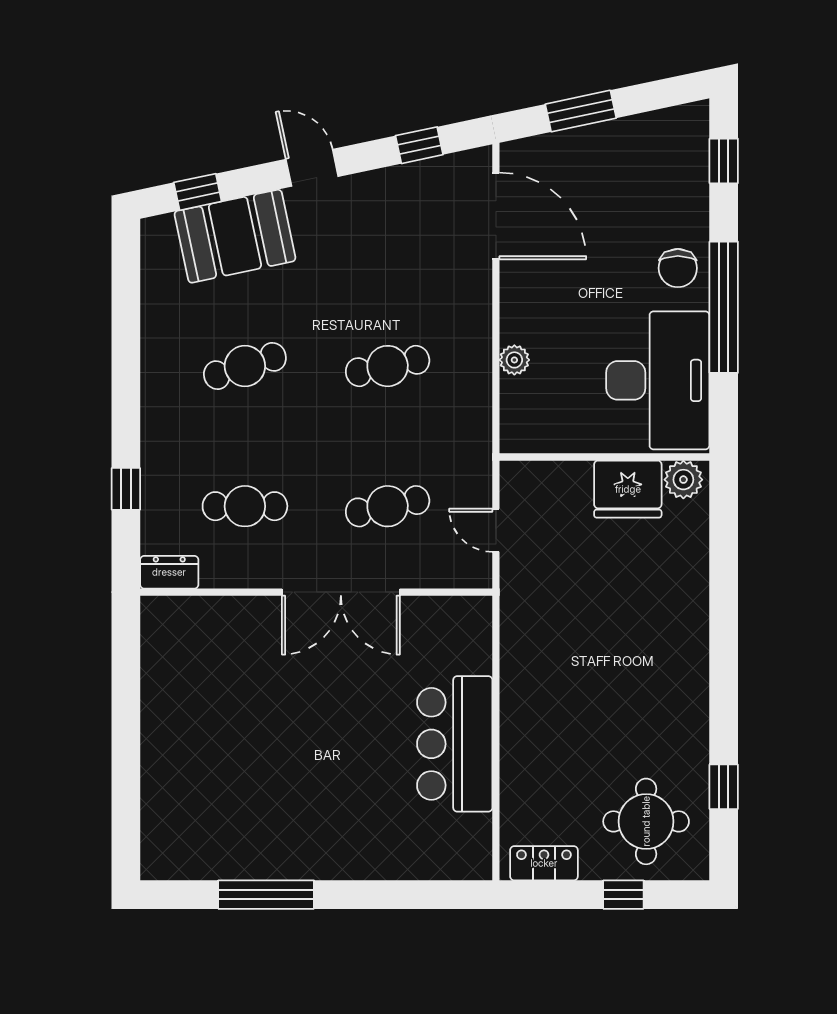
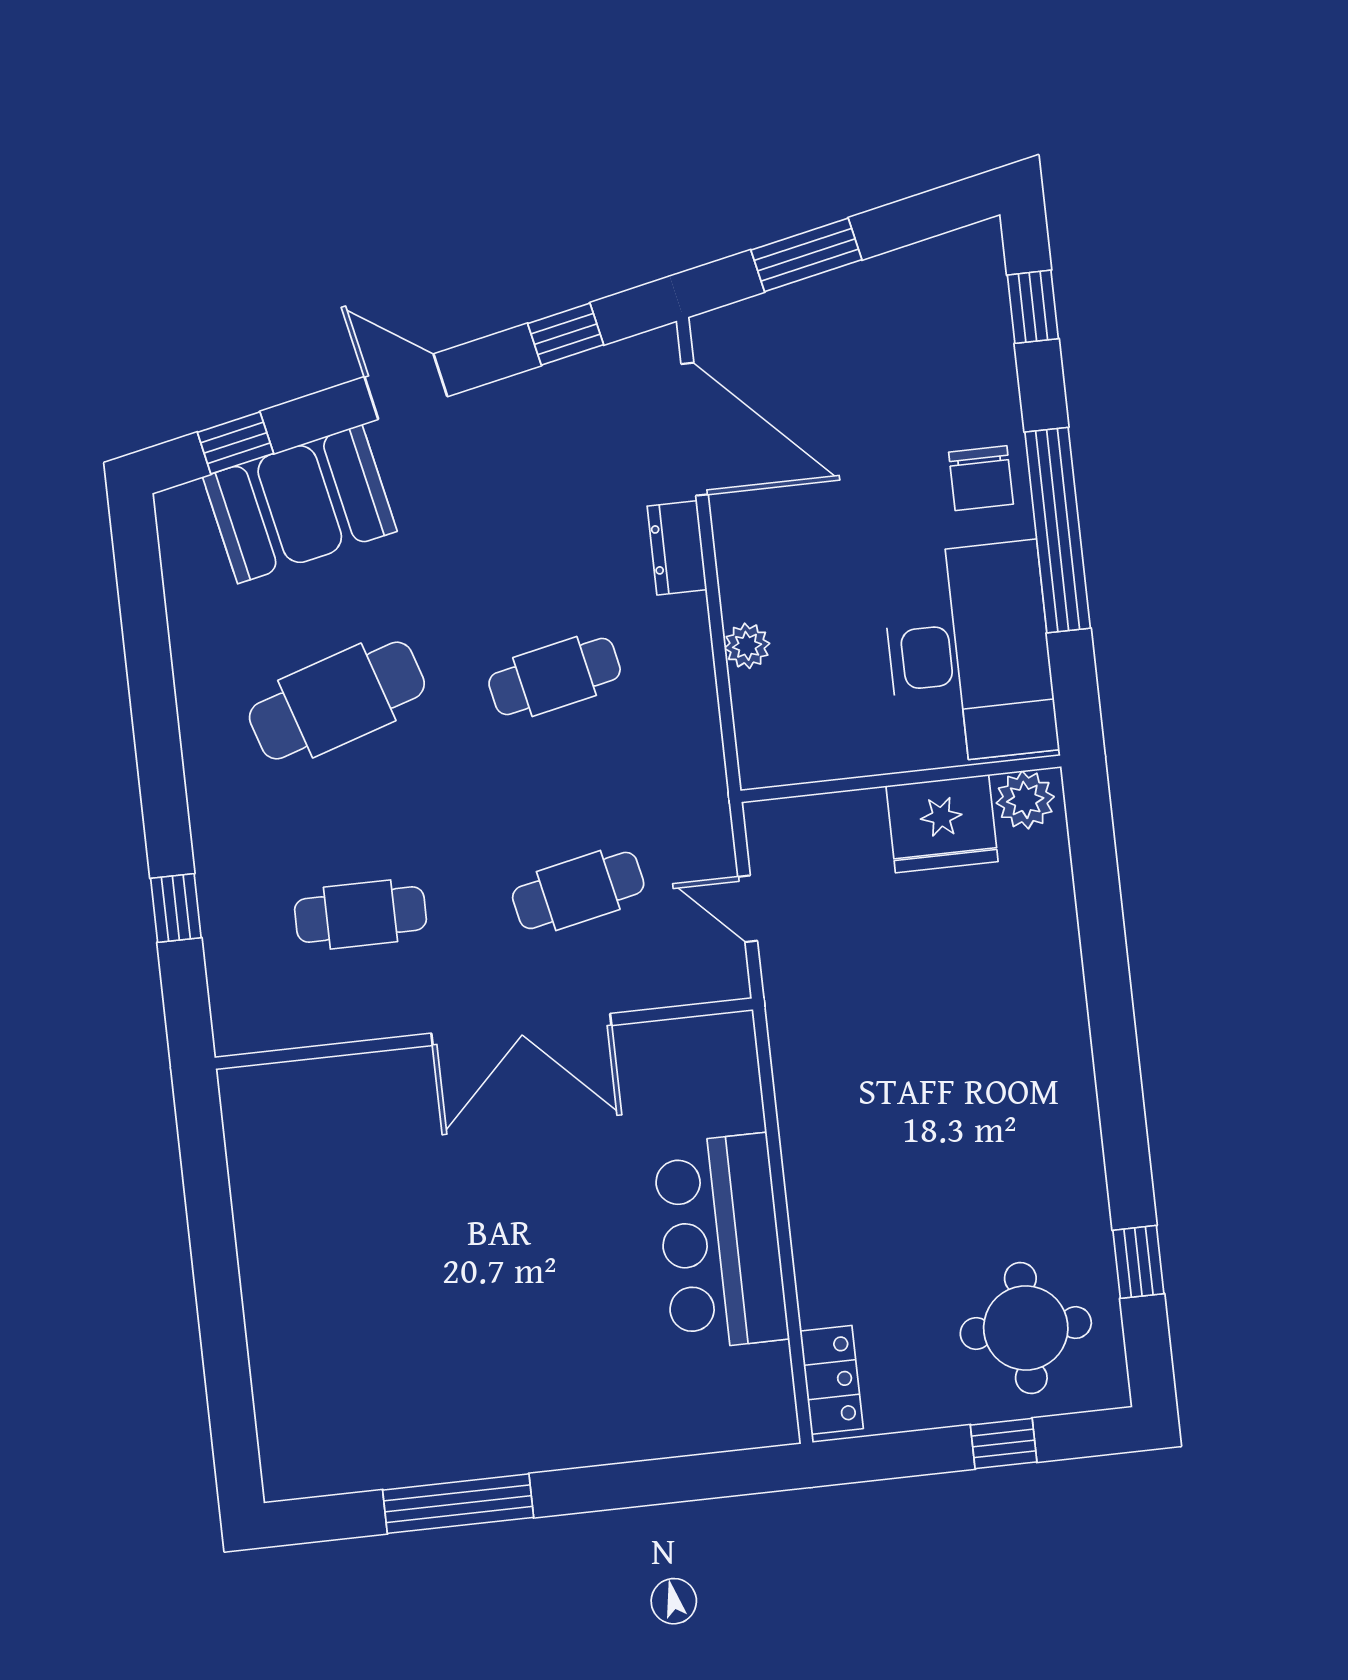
cafe table: (245, 366) -> (337, 701), width x1.37, depth x1.35
dresser: (169, 572) -> (677, 548), moved, turned -90
locker: (544, 863) -> (832, 1380), moved, turned 90

